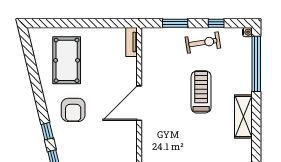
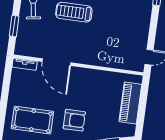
door: (139, 103) -> (56, 62), moved

